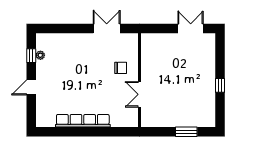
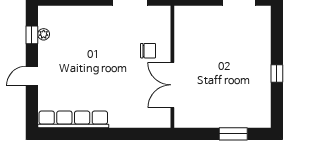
double door: (139, 94) -> (172, 85), width x1.37
row of seats: (83, 121) -> (73, 119), moved

